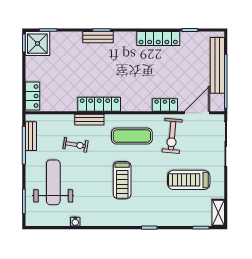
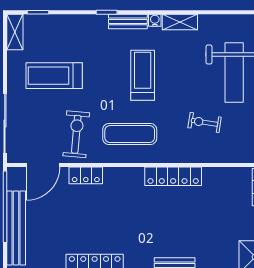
bench: (89, 120) -> (128, 21), moved
treadmill: (189, 180) -> (54, 76), turned 180
shelving: (94, 220) -> (180, 22), added
water cooler: (75, 222) -> (155, 20), moved

